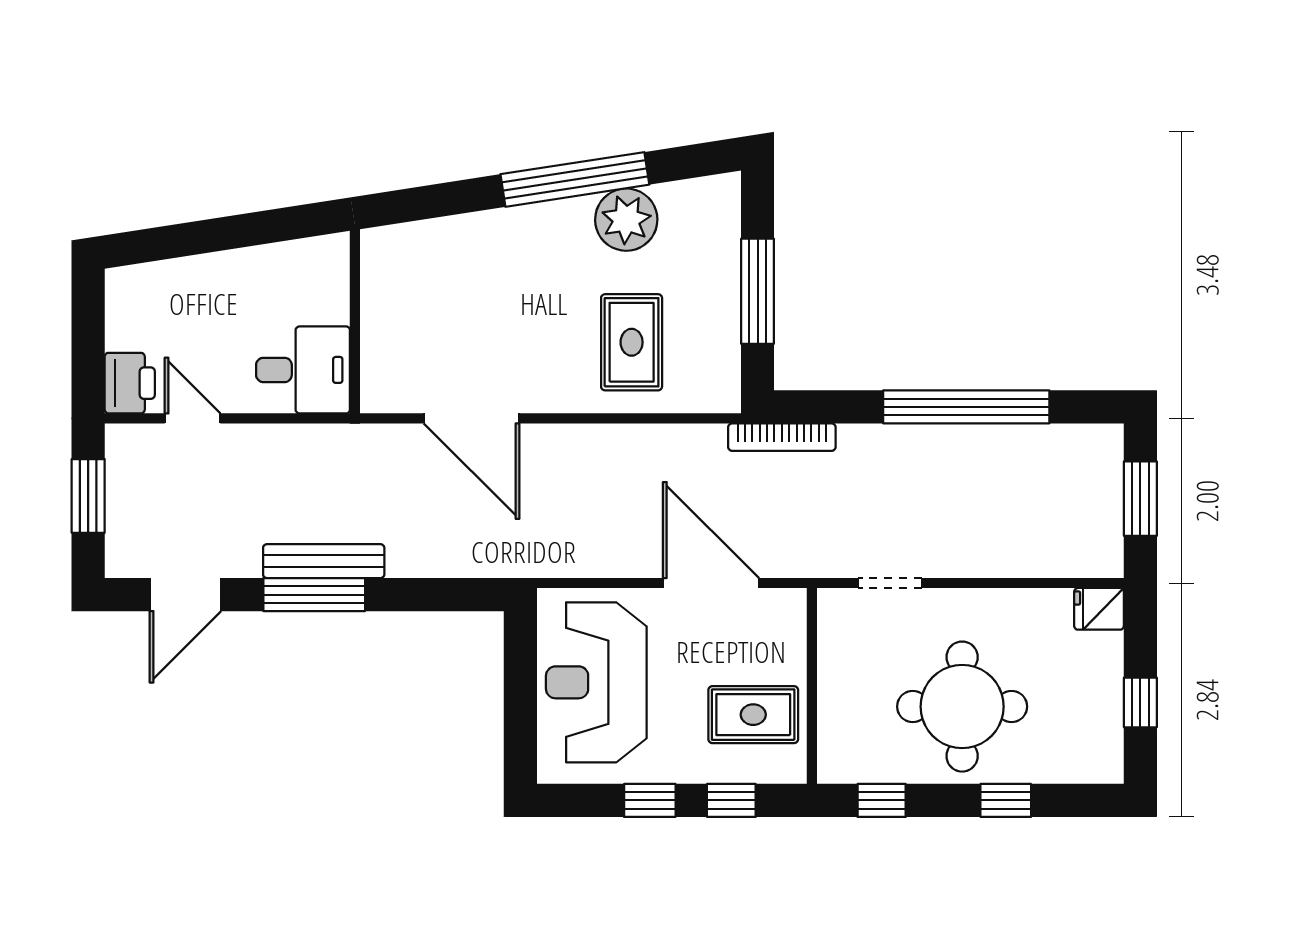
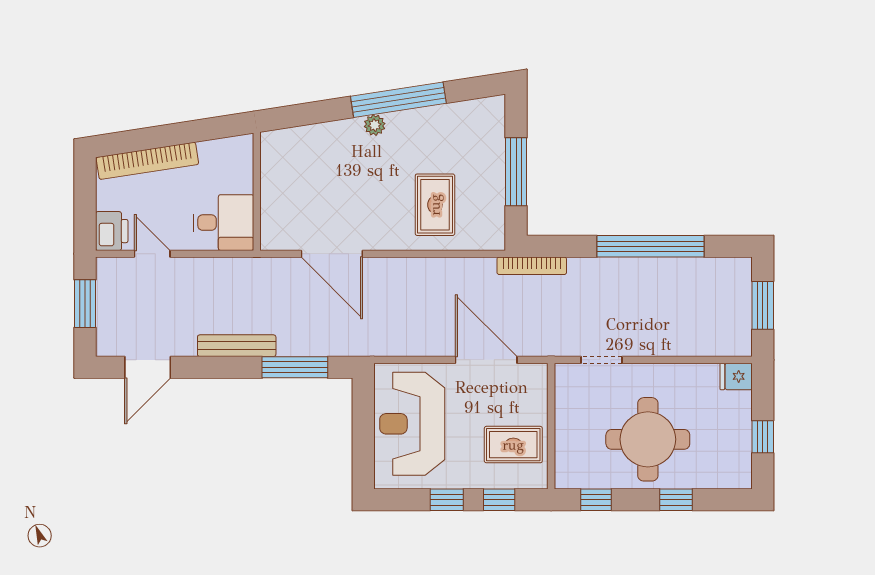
plant: (626, 220) -> (375, 125), moved, width x0.53, depth x0.53
bookcase: (185, 274) -> (147, 161), added
window: (314, 595) -> (295, 367), moved

